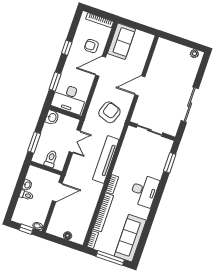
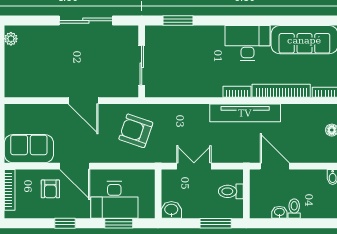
desk: (69, 99) -> (114, 200), moved, turned 90
tv unit: (106, 160) -> (245, 113), moved
desk: (144, 191) -> (247, 43), moved

